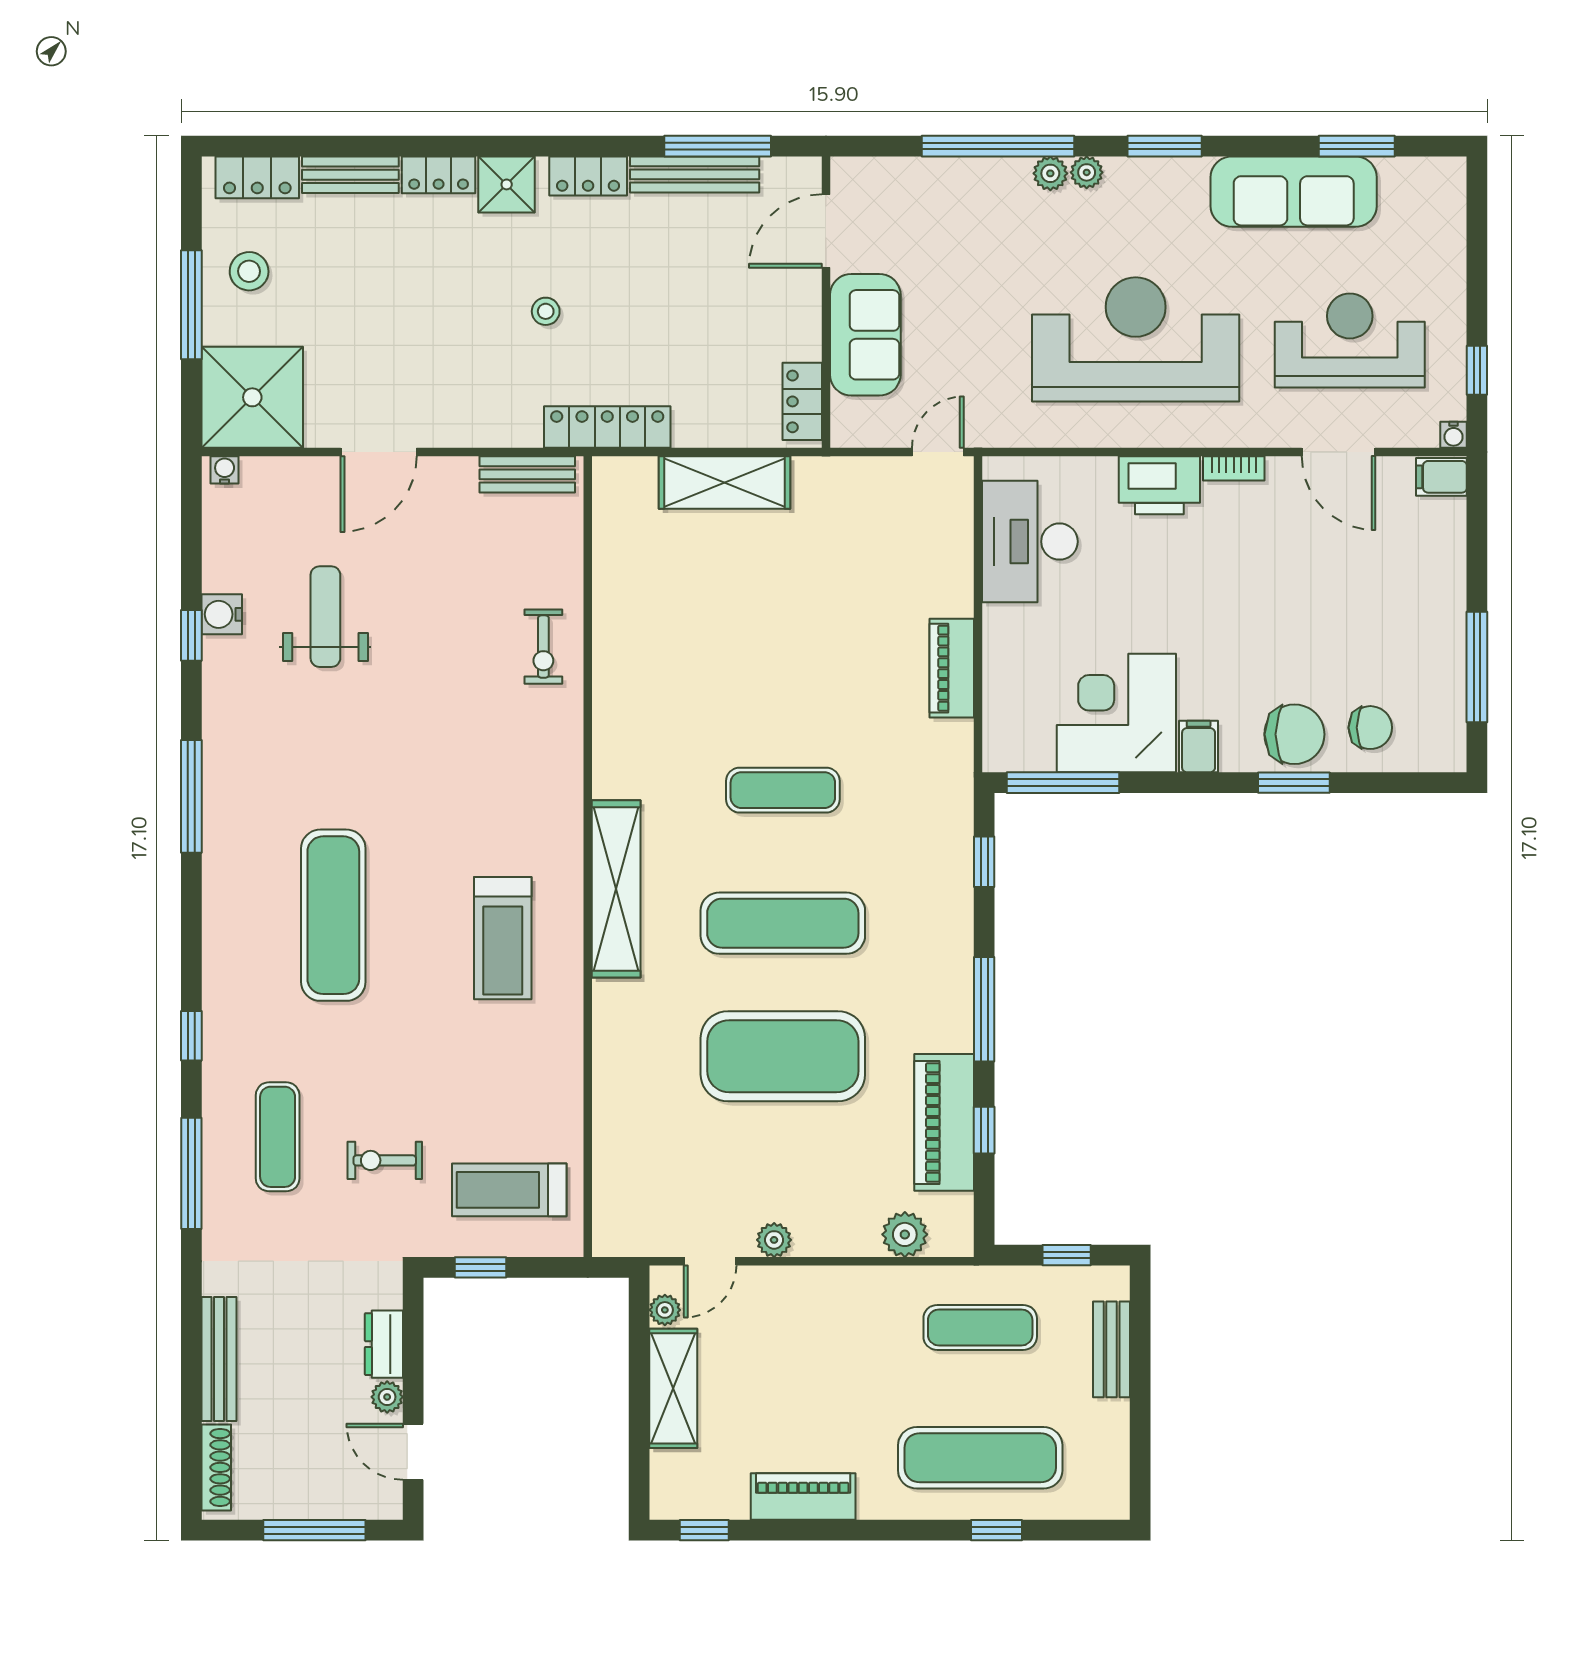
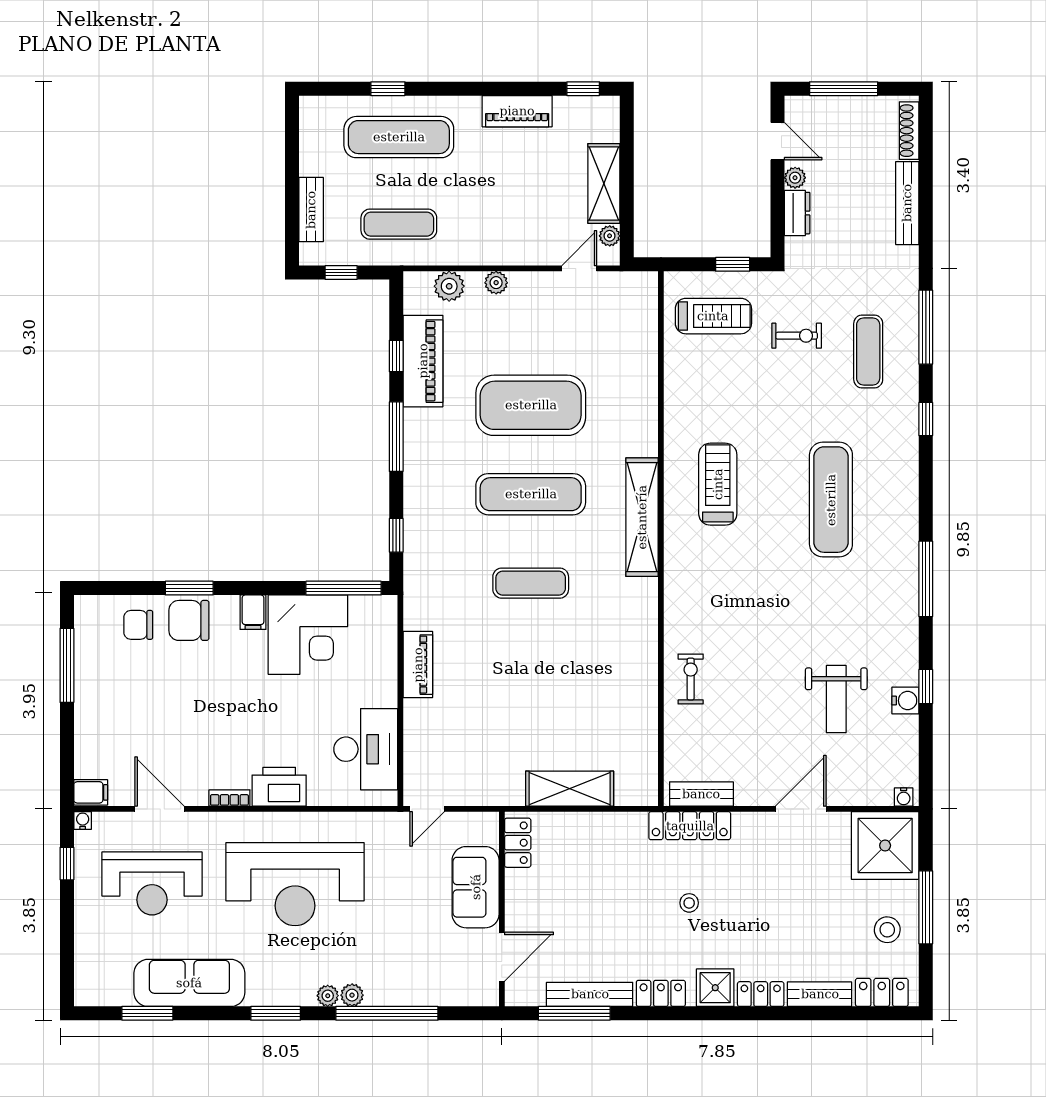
locker: (607, 427) -> (690, 826), moved
plant: (774, 1240) -> (496, 283), moved

